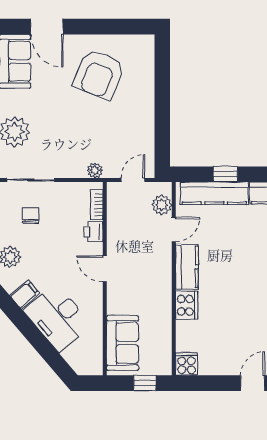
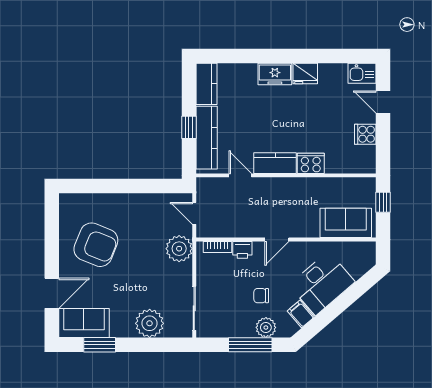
plant: (95, 170) -> (179, 249), width x1.88, depth x1.88
plant: (162, 205) -> (217, 187), removed
chair: (31, 216) -> (261, 296), moved
cooker: (186, 364) -> (365, 134), moved

